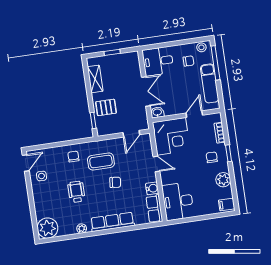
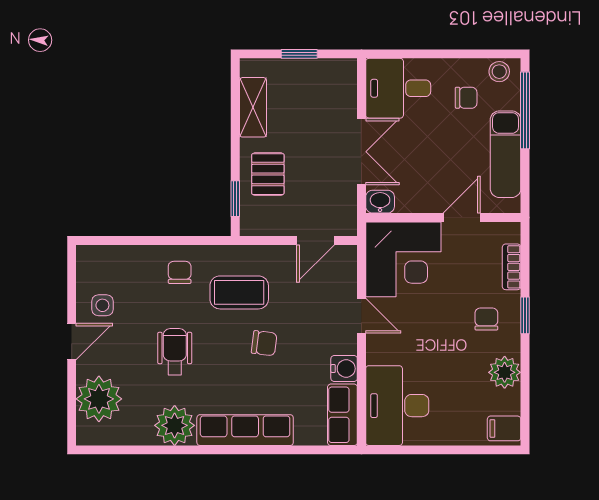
pallet: (106, 107) -> (268, 174), turned 90
door: (26, 163) -> (72, 342), moved
plant: (47, 228) -> (99, 399), moved
plant: (82, 229) -> (175, 425), width x1.88, depth x1.88

